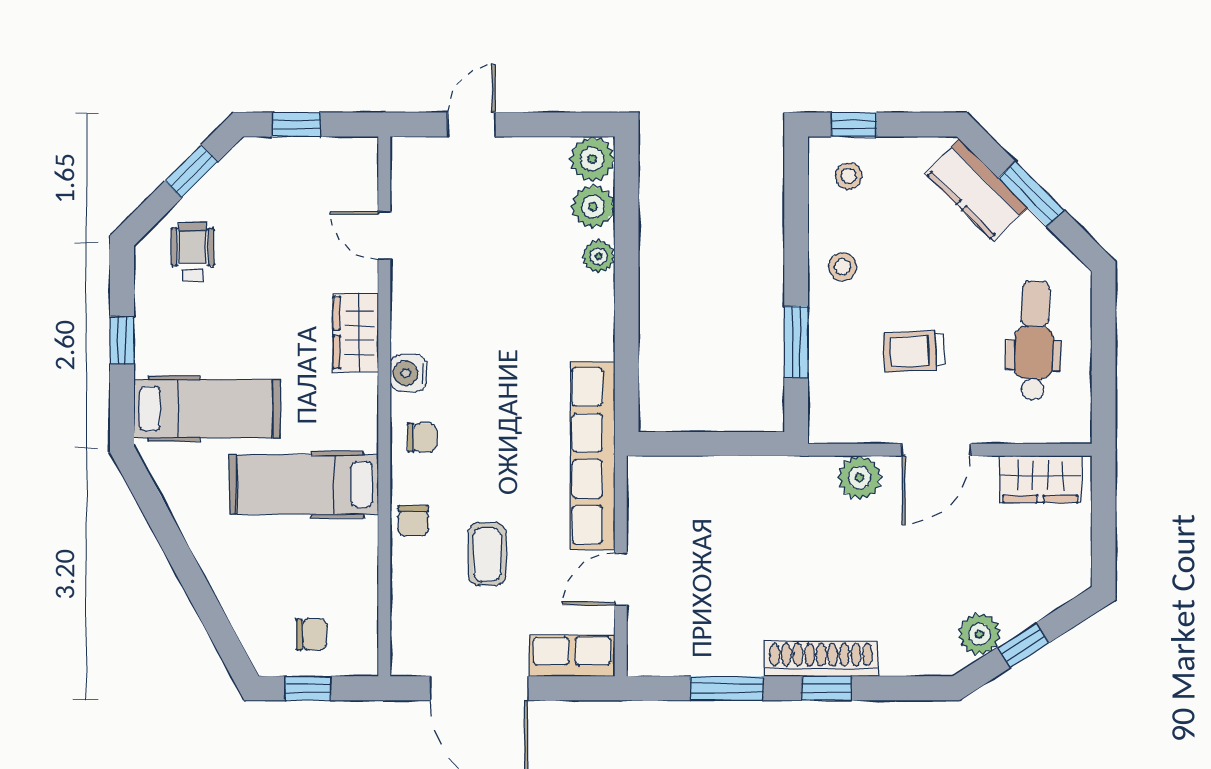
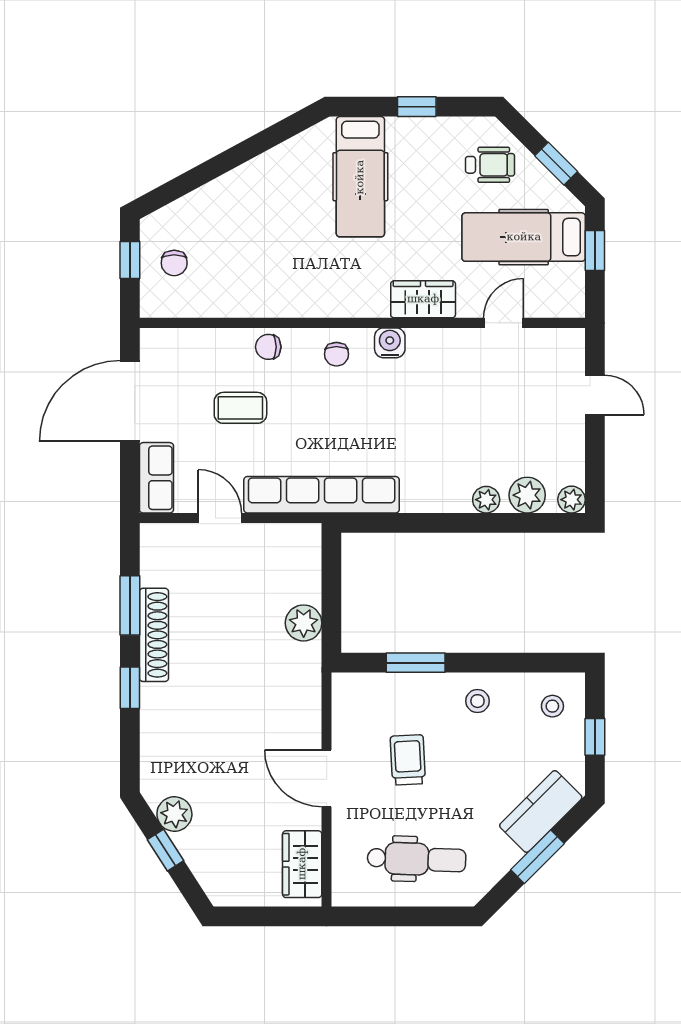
window: (854, 125) -> (595, 737), moved
plant: (592, 159) -> (572, 500), width x0.73, depth x0.73
plant: (860, 478) -> (304, 623), moved
hospital bed: (304, 485) -> (524, 237), moved, turned -90
shoe rack: (821, 659) -> (154, 635), moved

